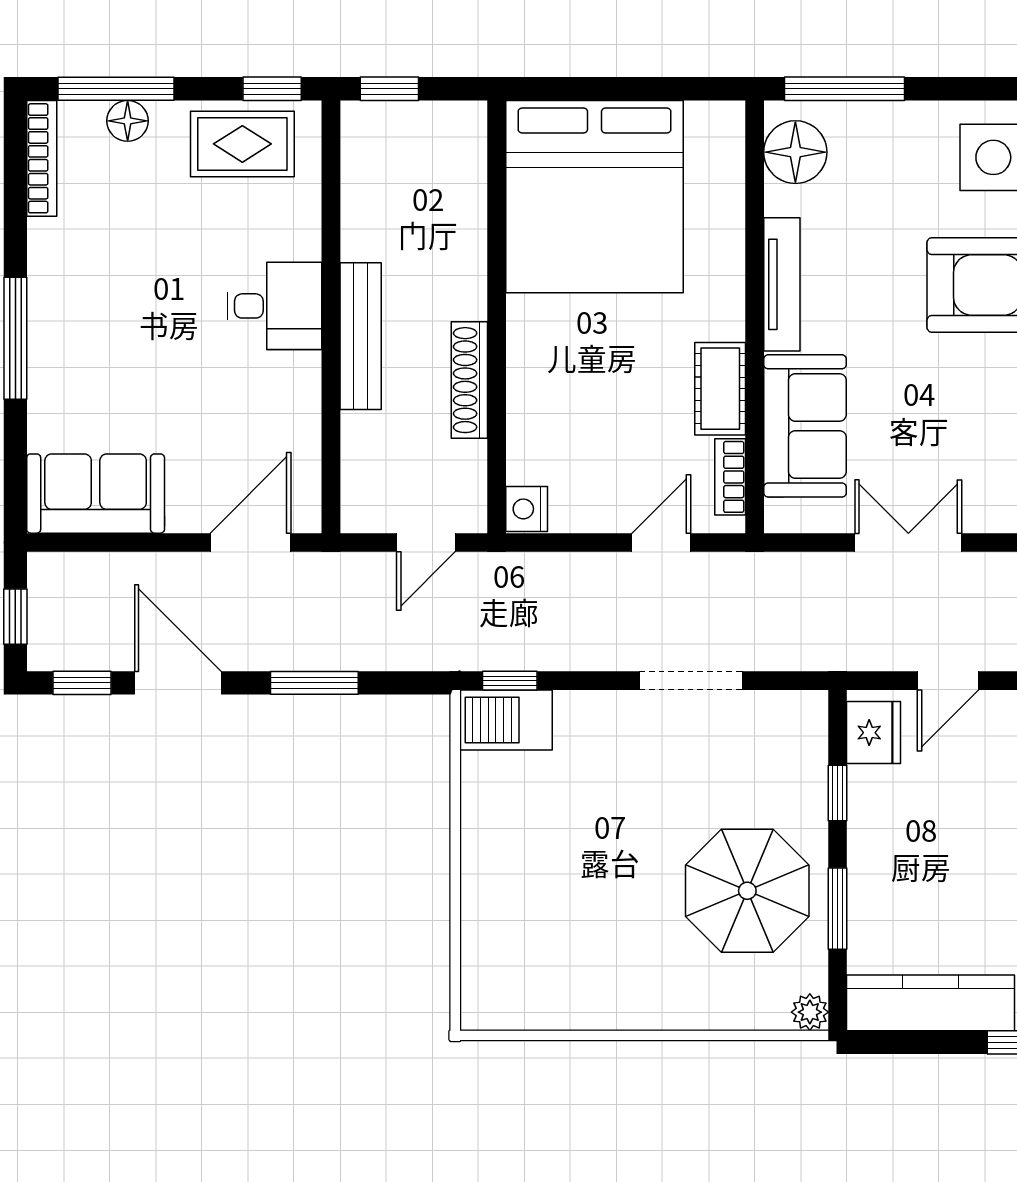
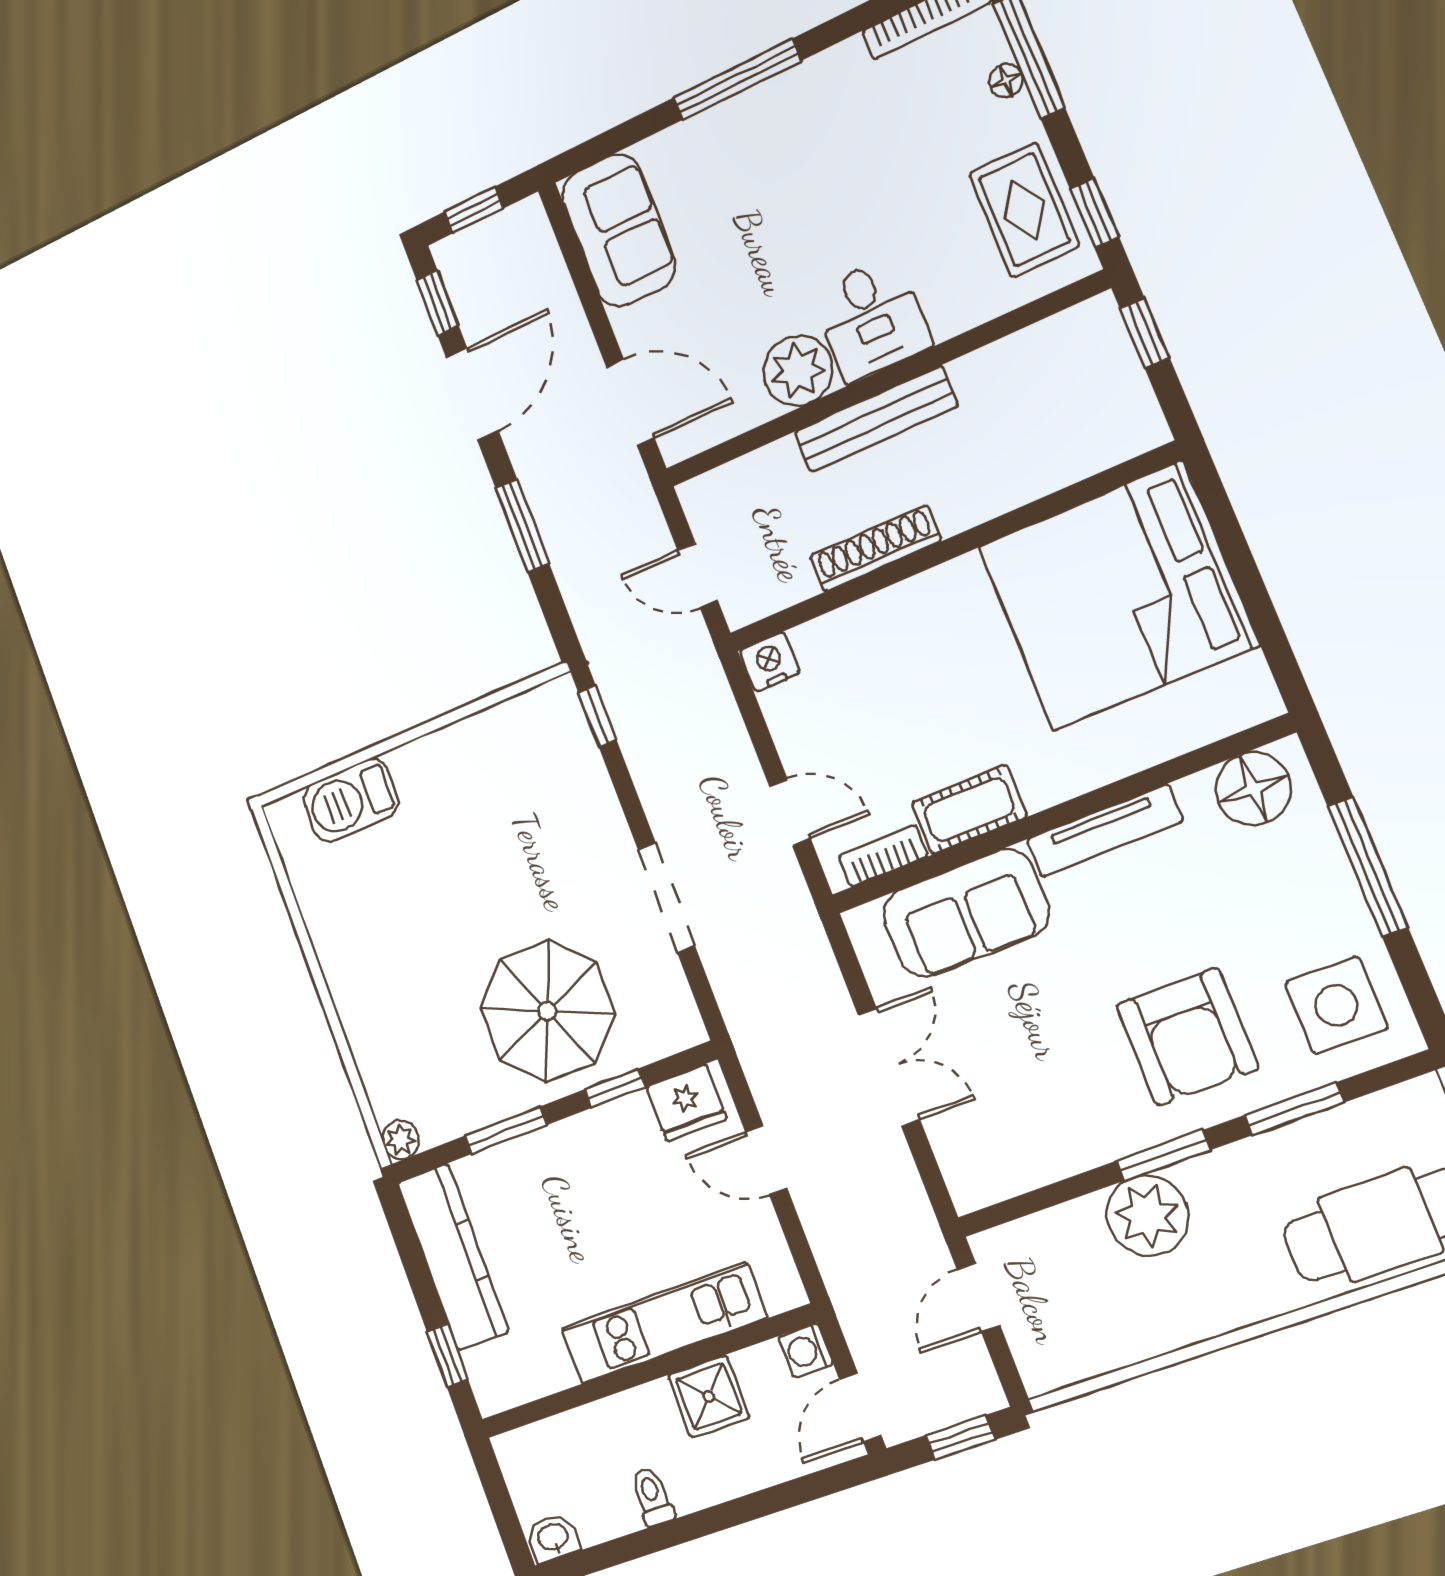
window: (844, 89) -> (1368, 867), moved
floor lamp: (128, 121) -> (1006, 80), width x0.73, depth x0.73
plant: (289, 386) -> (798, 370), added
barbecue: (506, 720) -> (351, 800), moved, turned -90
parasol: (747, 891) -> (547, 1011), moved

